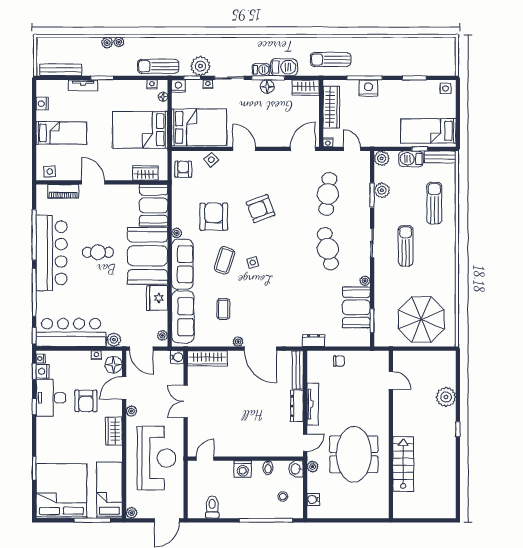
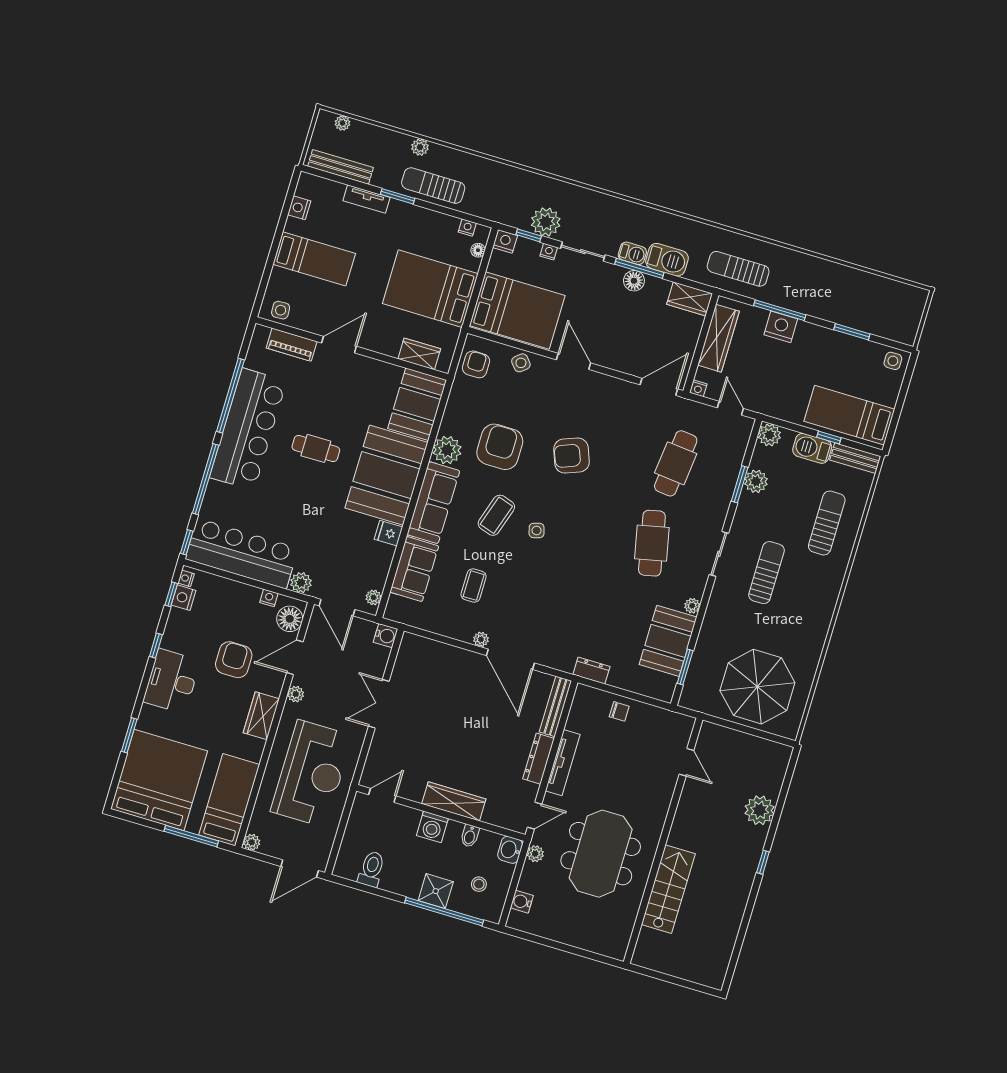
plant: (119, 42) -> (343, 123), moved
sun lounger: (158, 66) -> (433, 186), moved
door: (93, 182) -> (339, 345), hinge flipped
plant: (177, 233) -> (447, 450), width x1.87, depth x1.87
fridge: (157, 298) -> (388, 533), width x0.53, depth x0.75
sofa: (183, 317) -> (414, 569), width x0.73
wardrobe: (207, 358) -> (454, 801), moved, turned 180
desk: (51, 398) -> (172, 681), moved
armchair: (86, 401) -> (234, 660), turned 180
shower: (257, 509) -> (436, 891), added

